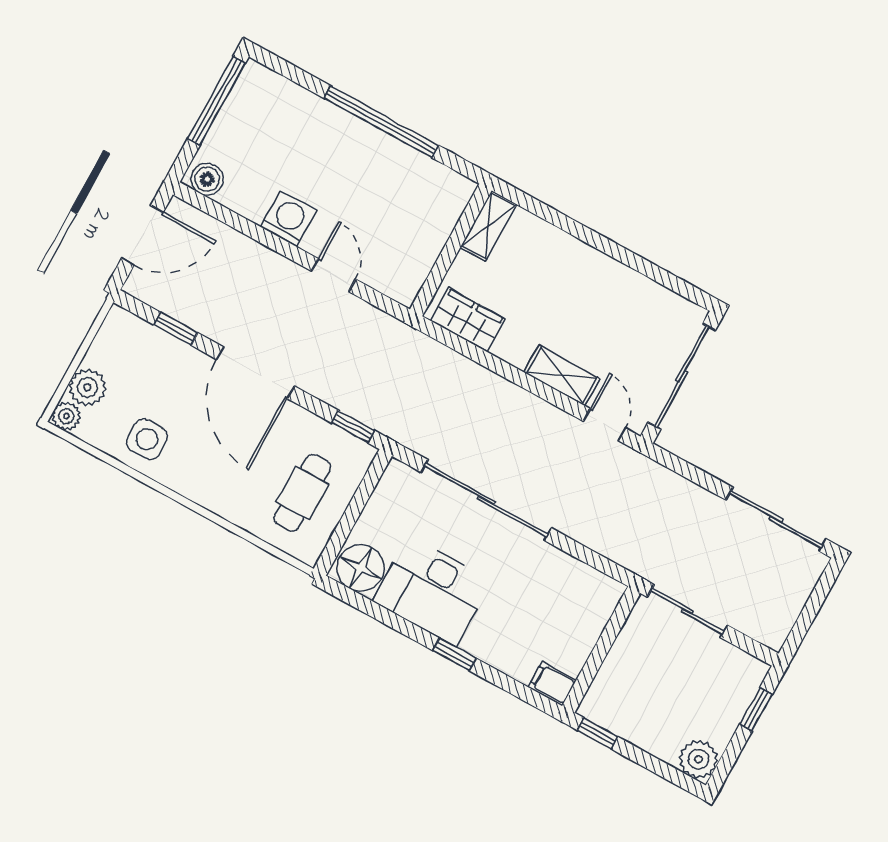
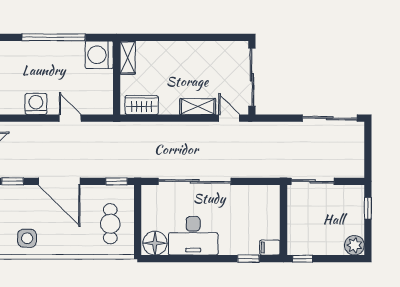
washing machine: (443, 194) -> (99, 55), added
window: (454, 654) -> (248, 259), moved

